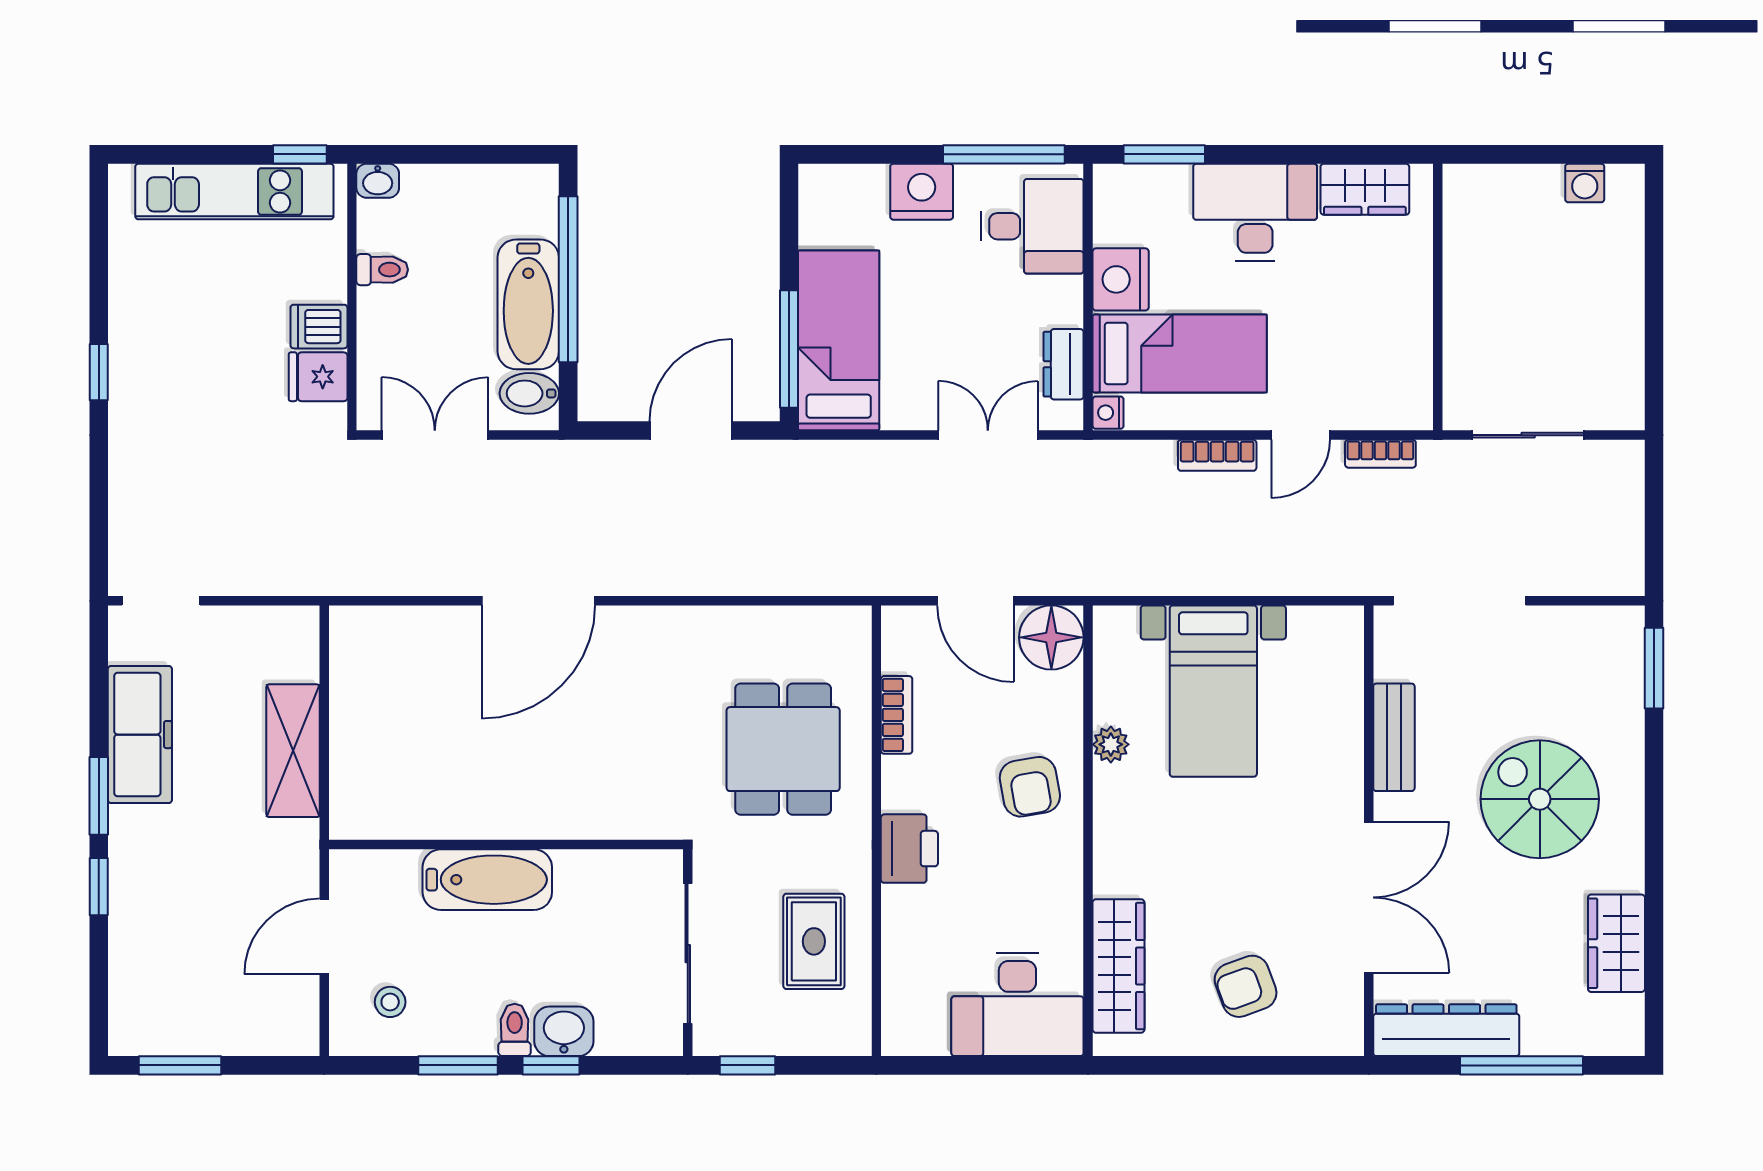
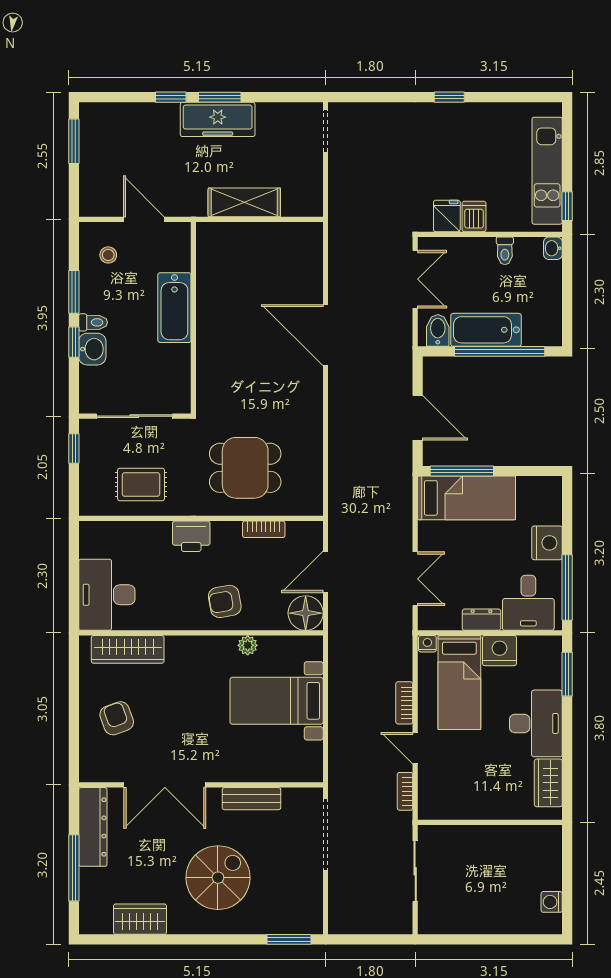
dresser: (1064, 364) -> (481, 620), moved
freezer: (140, 735) -> (218, 119), moved

